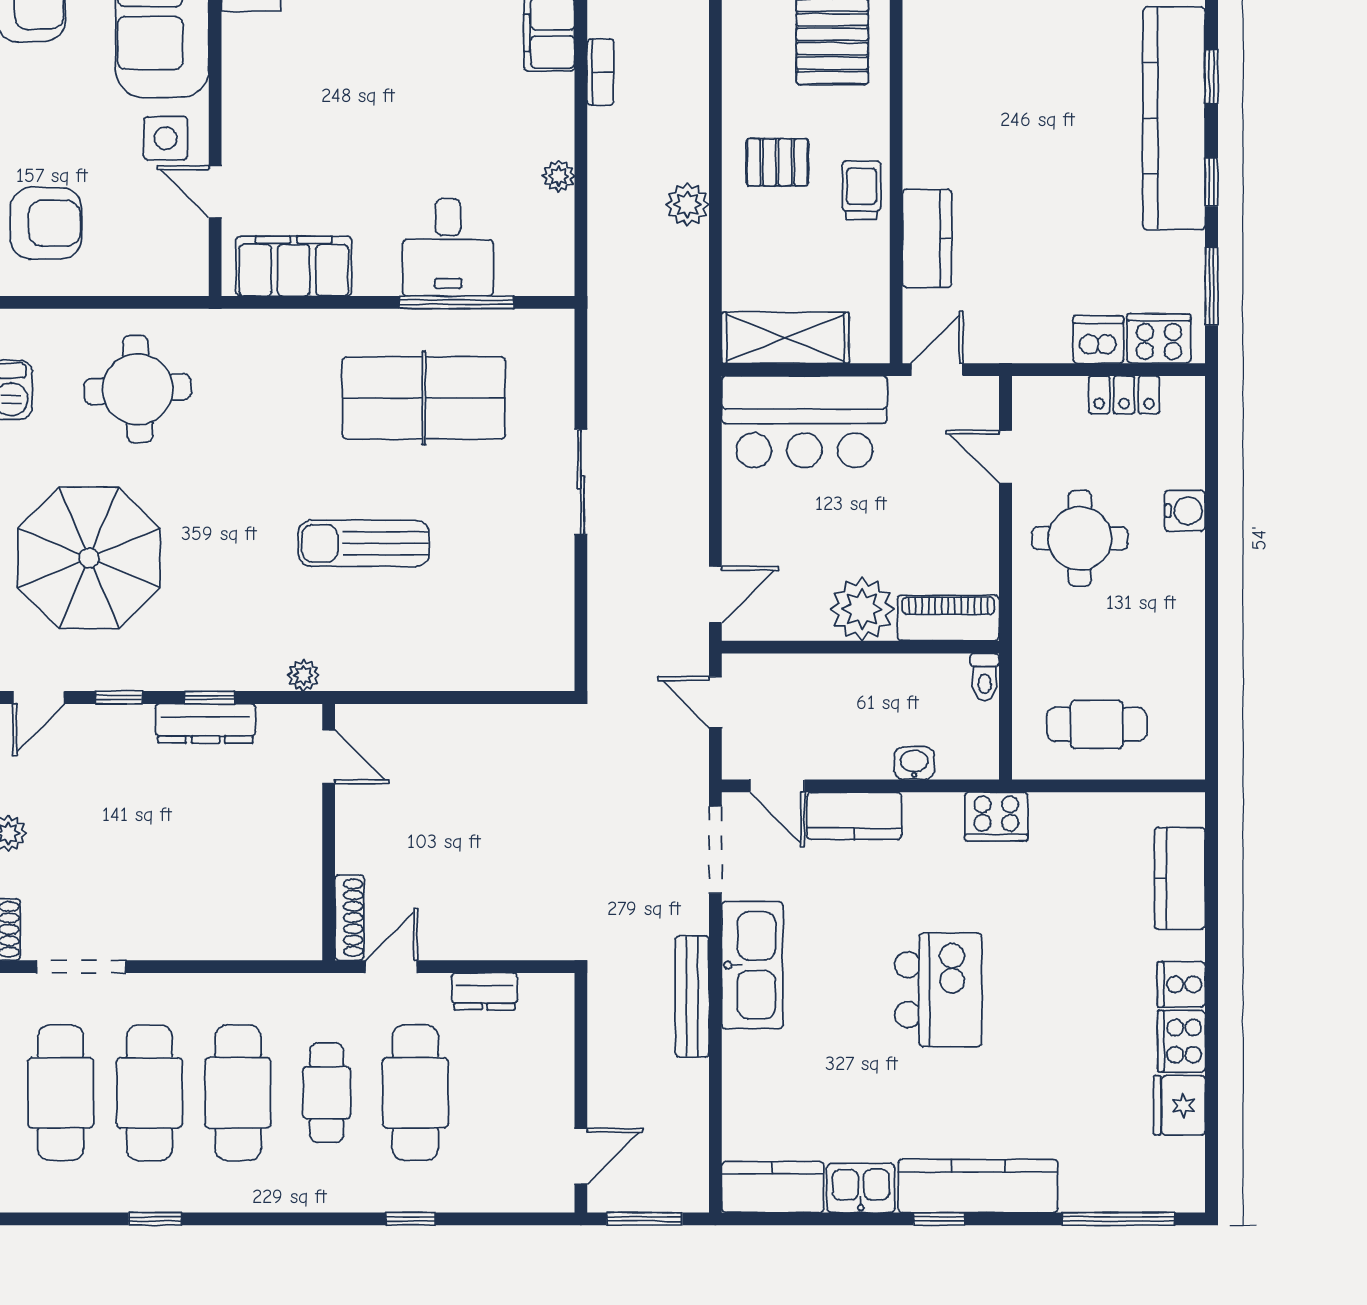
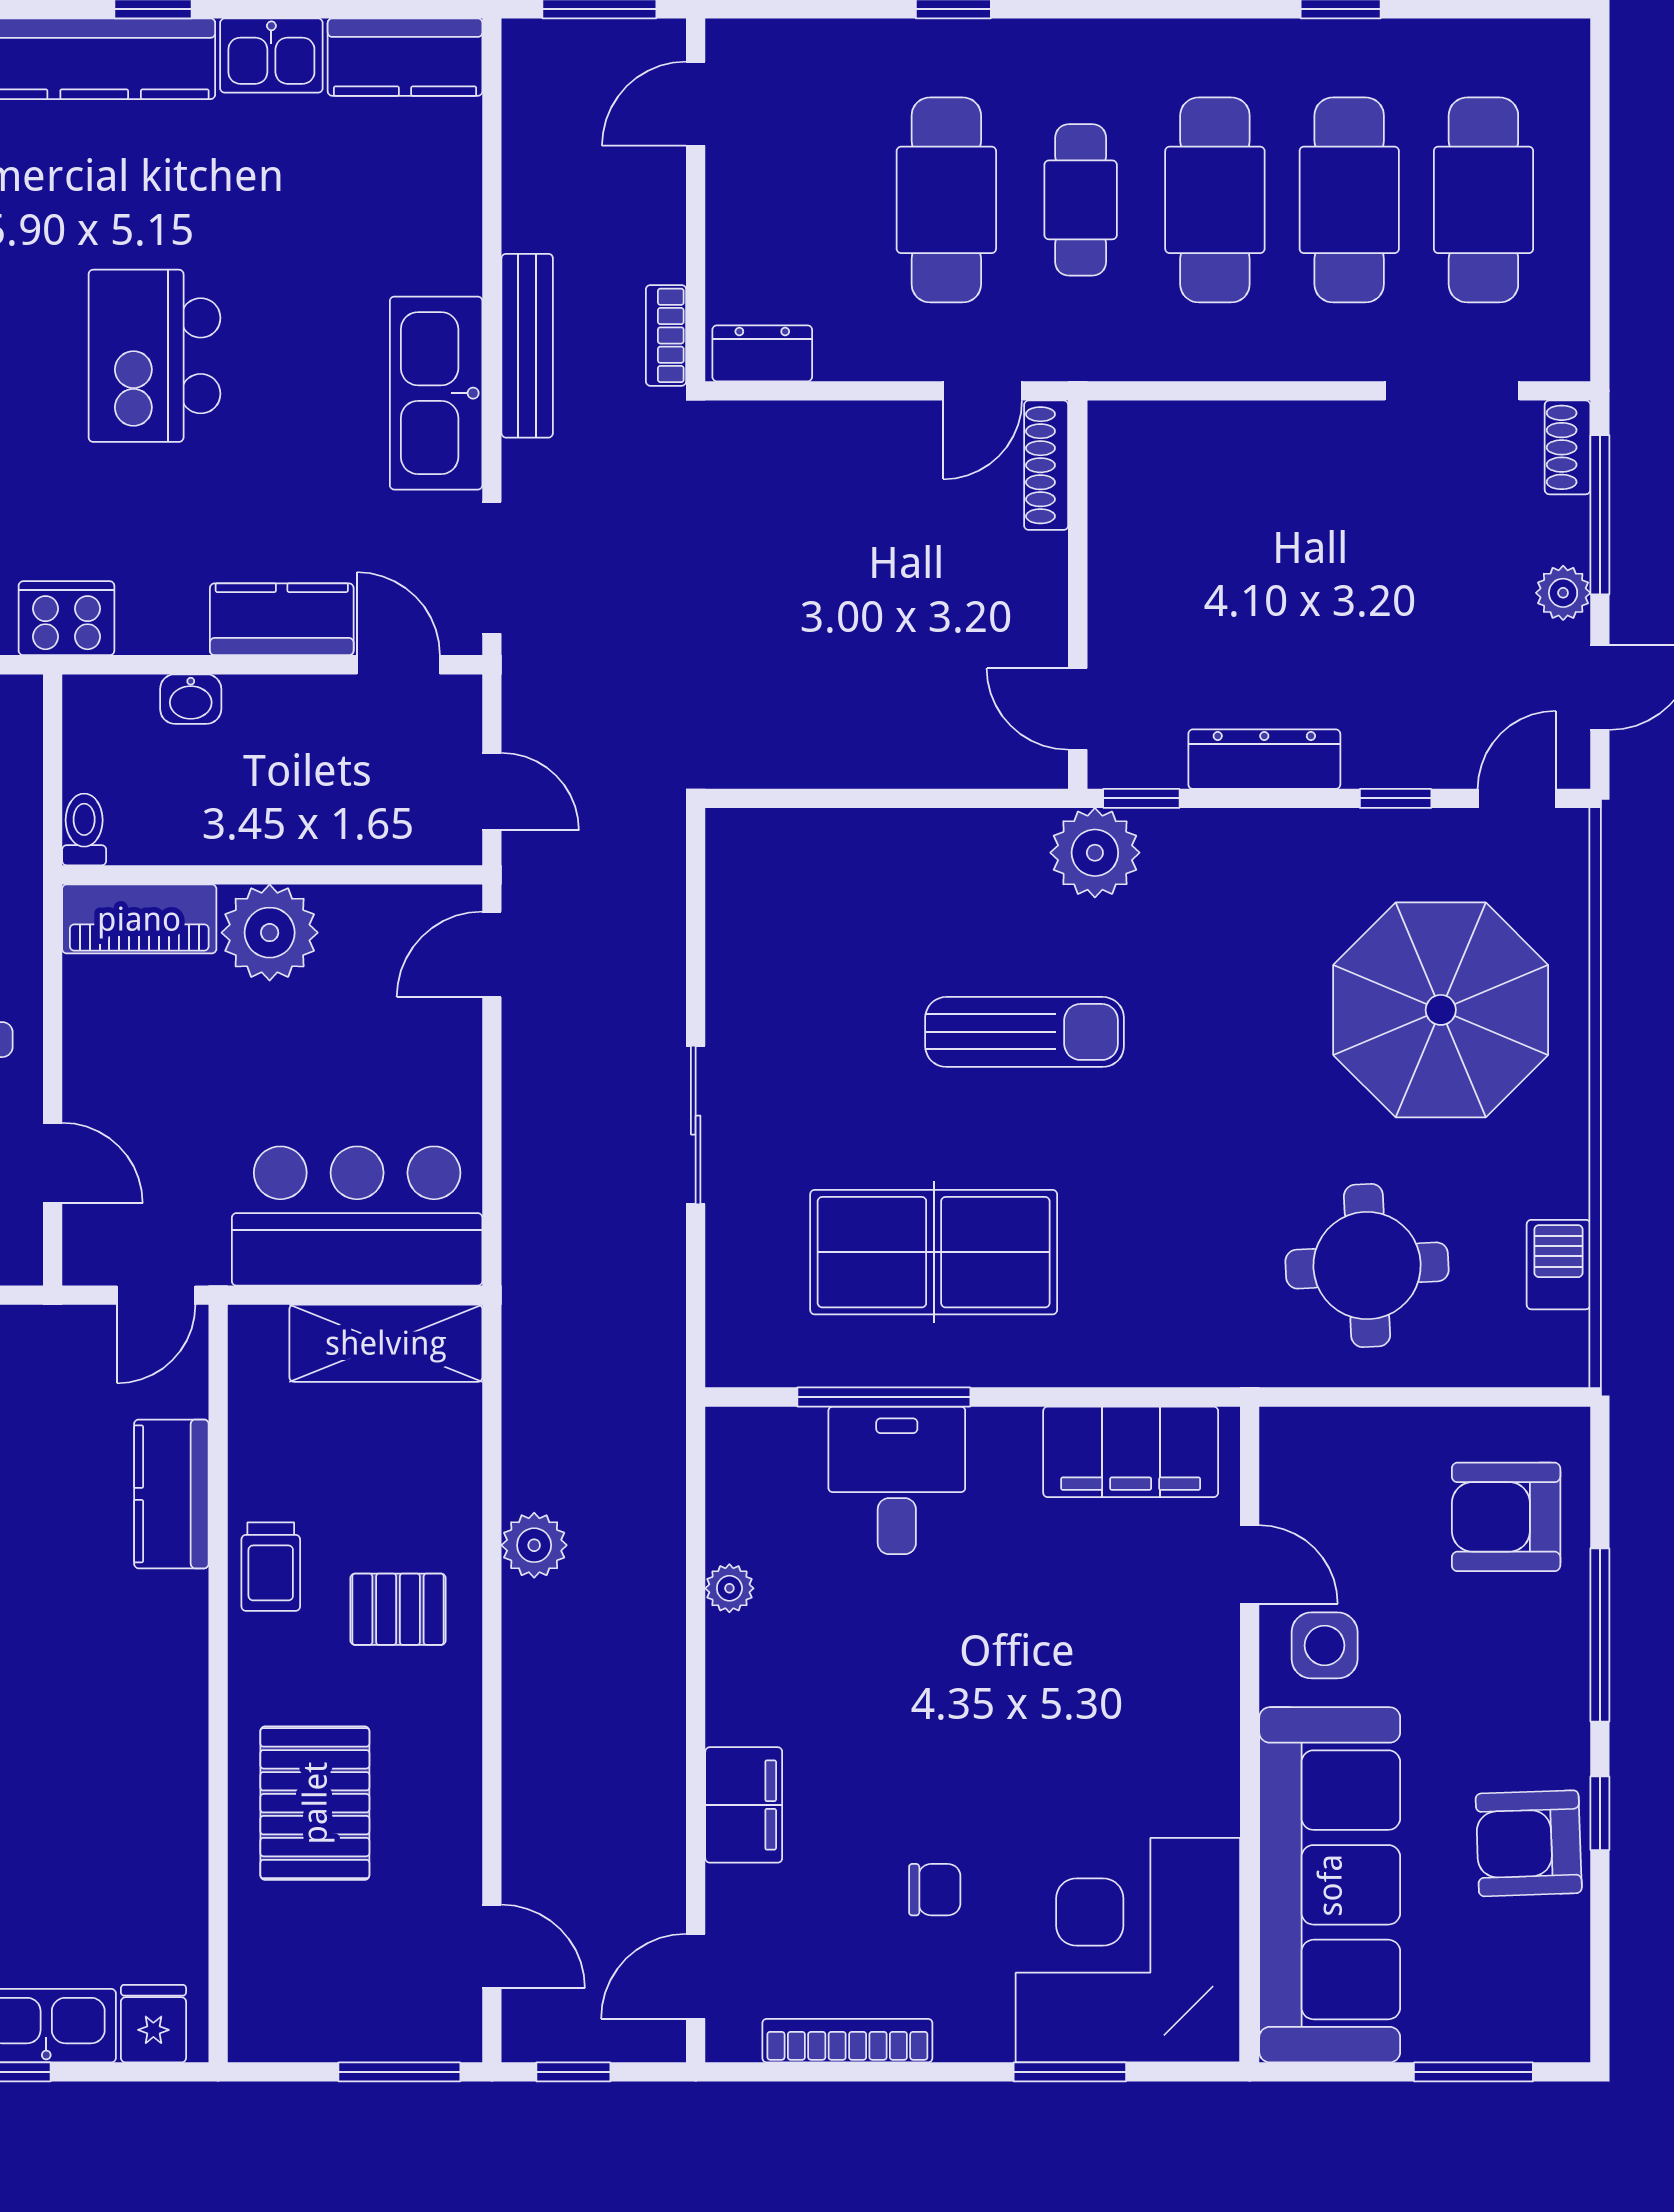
bookcase: (600, 72) -> (666, 335), moved
plant: (303, 675) -> (1095, 853), width x1.88, depth x1.88
window: (210, 698) -> (1141, 798), moved
dresser: (484, 991) -> (762, 353), moved

